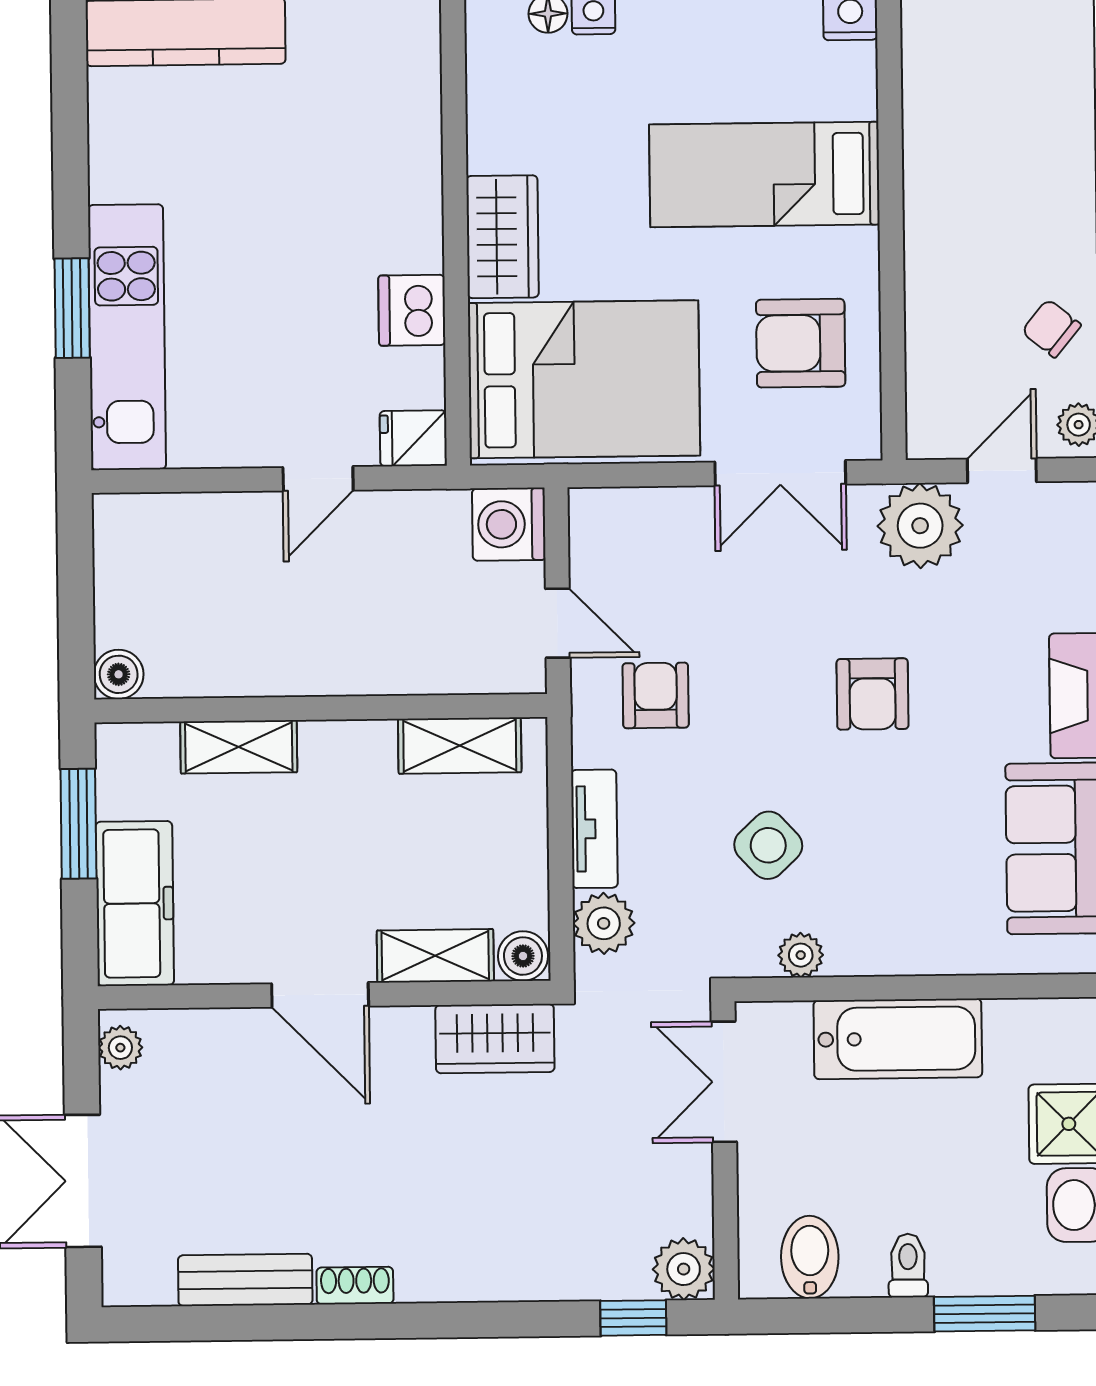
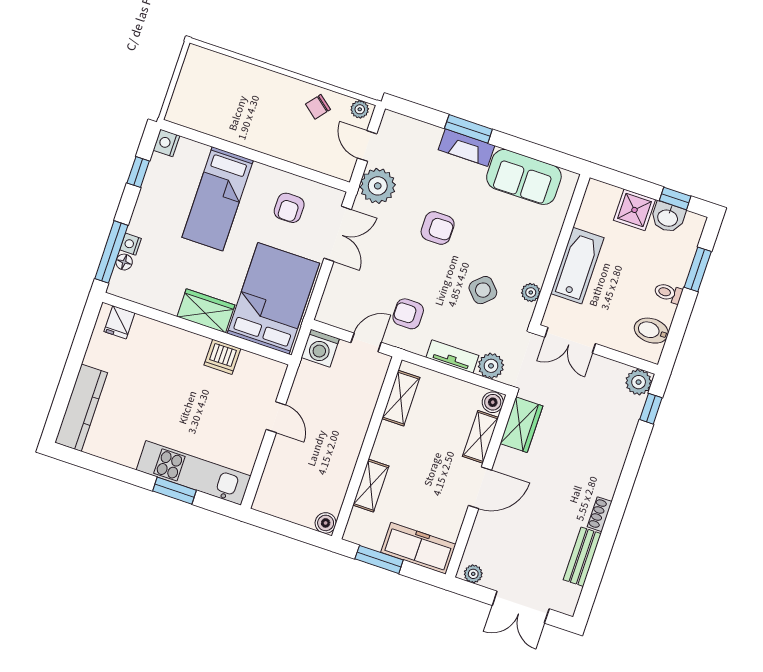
armchair: (801, 343) -> (289, 208), width x0.72, depth x0.72
fridge: (413, 438) -> (119, 322), moved

